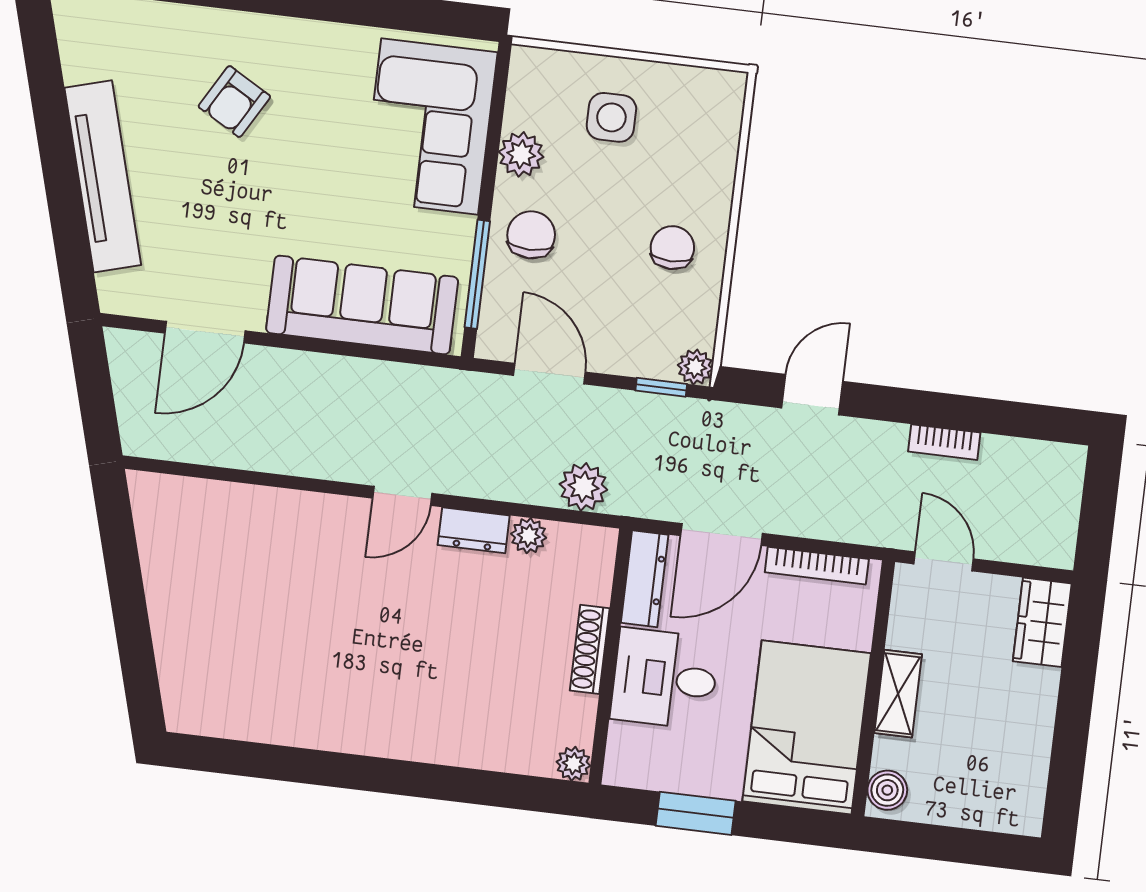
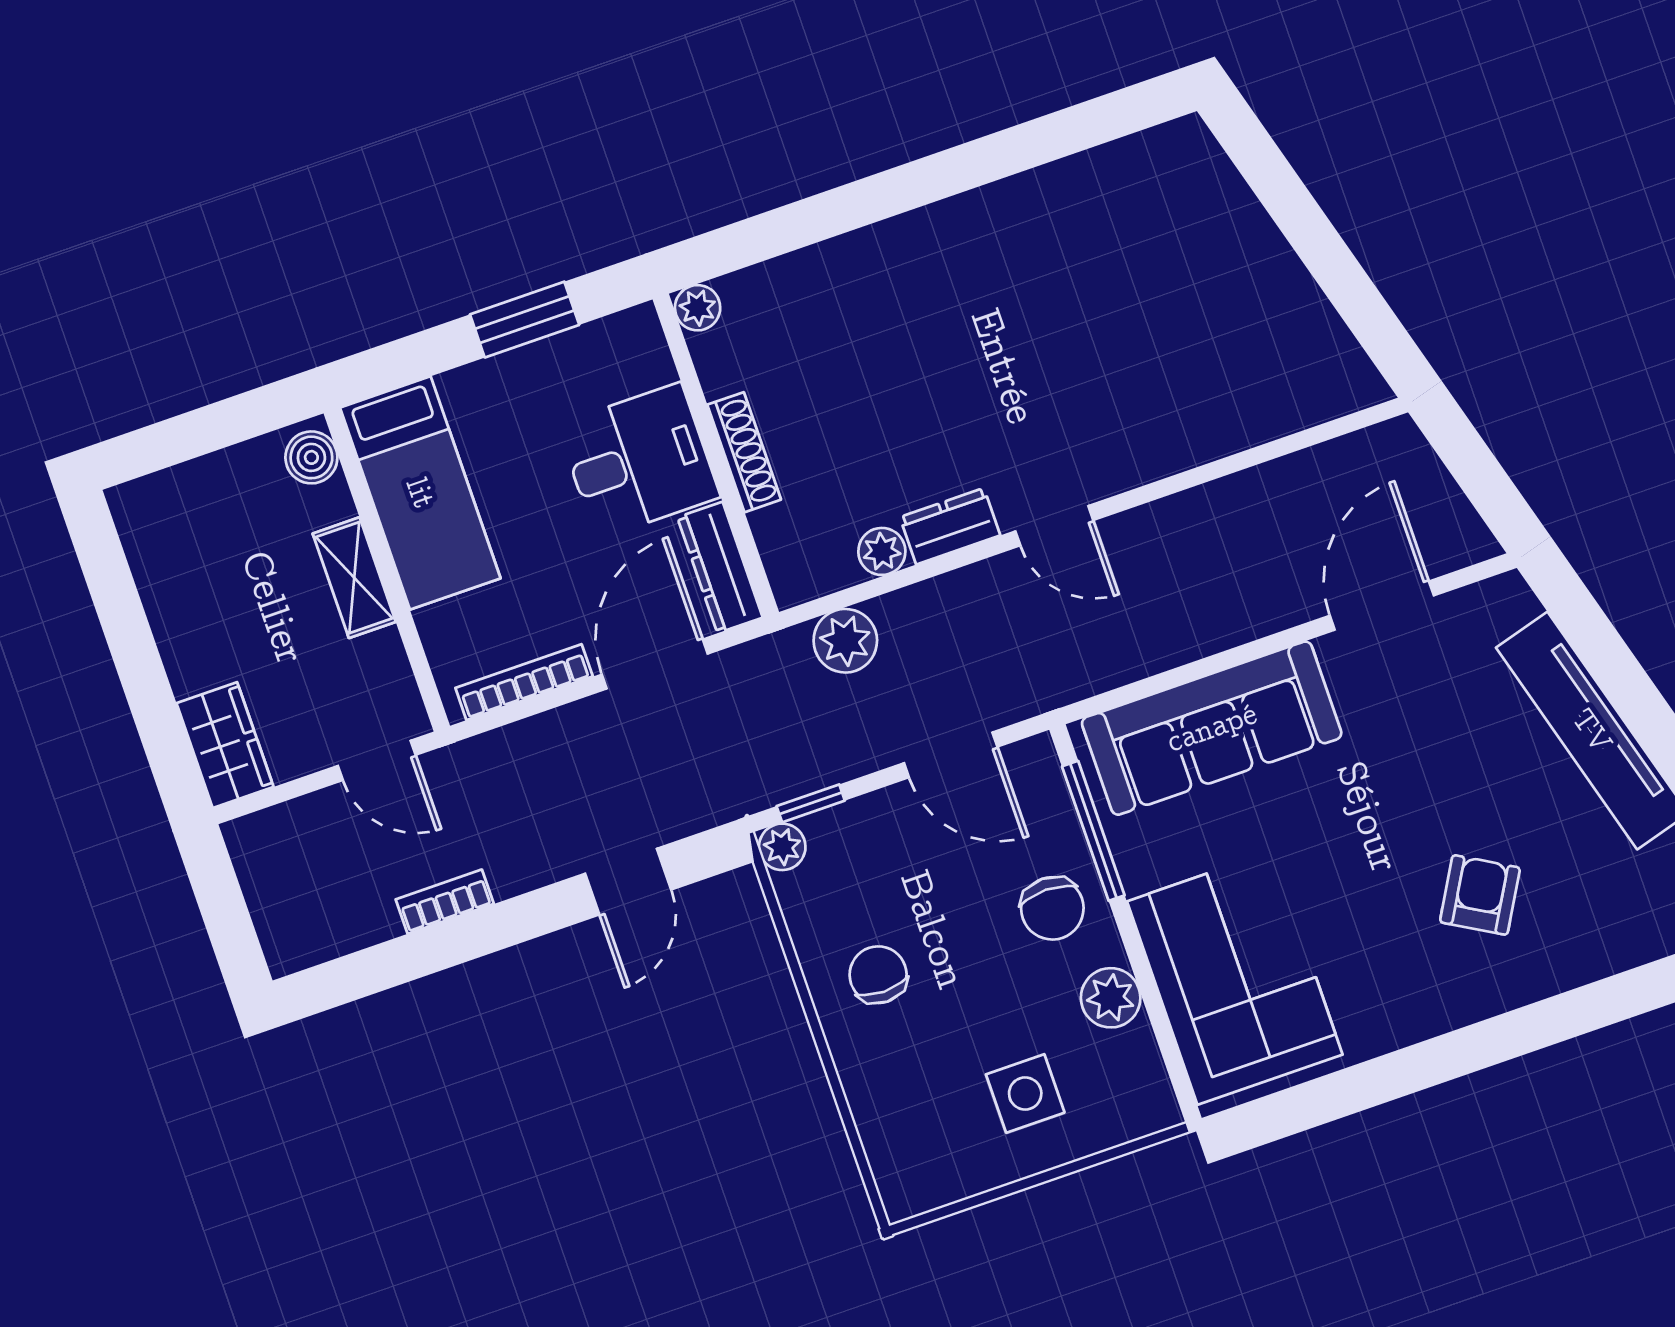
chair: (672, 248) -> (878, 975), turned 180
door: (402, 496) -> (1054, 526), swing flipped
bed: (807, 727) -> (420, 493), width x0.67

